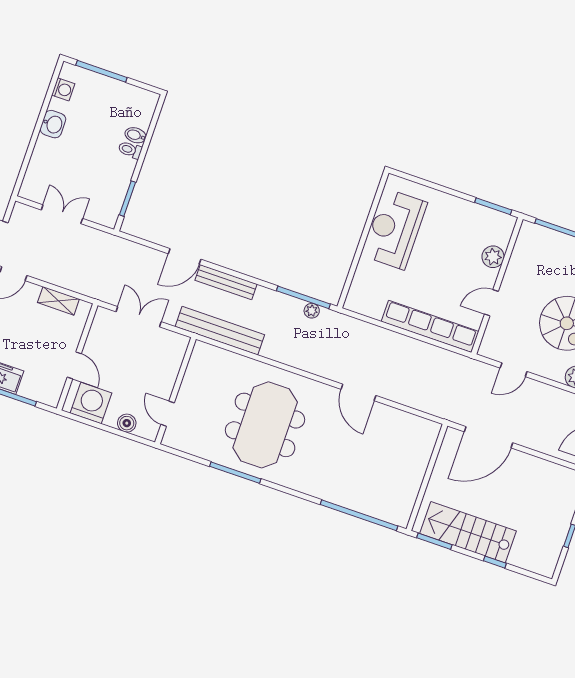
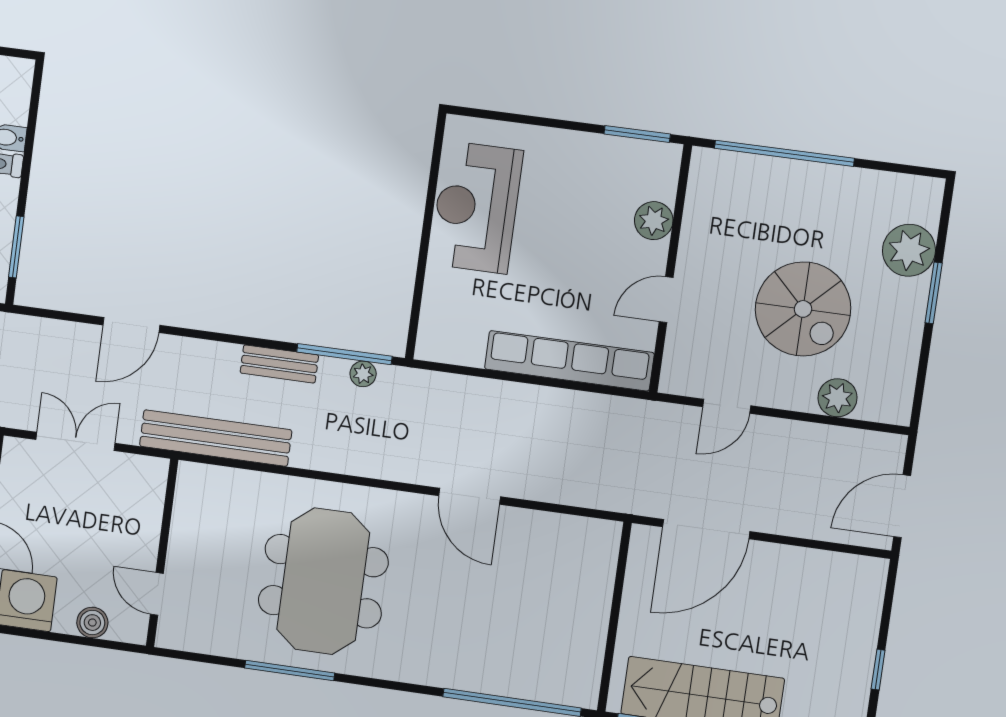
bench: (226, 282) -> (279, 364), moved, width x0.73

